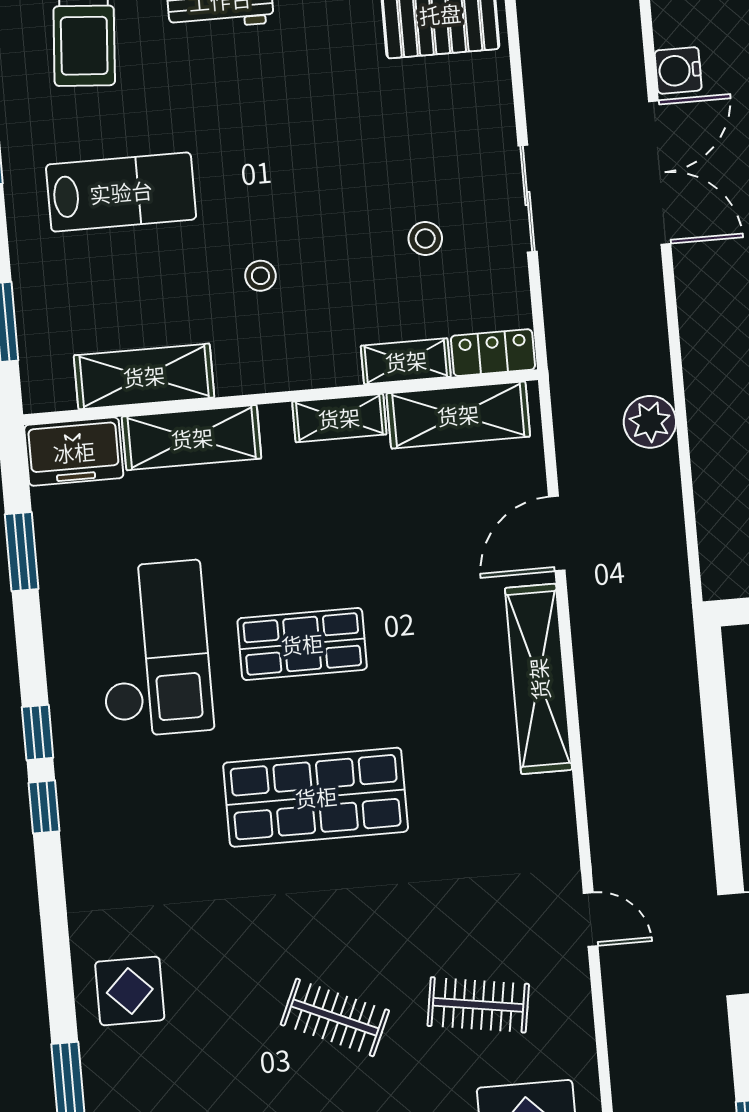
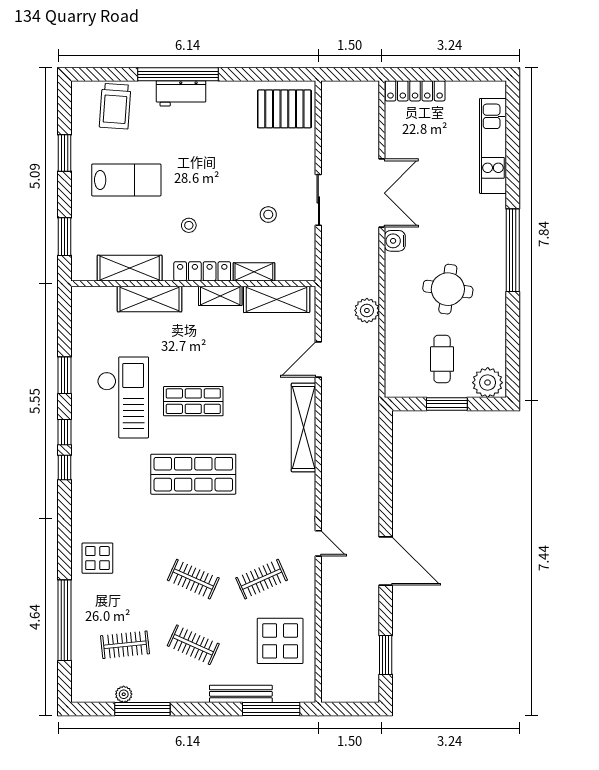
water cooler: (678, 70) -> (395, 241), moved
locker: (493, 353) -> (202, 271), moved, width x1.53
freezer: (74, 452) -> (93, 301), removed
window: (22, 552) -> (64, 375), moved
clothes rail: (478, 1005) -> (262, 579), turned -33

